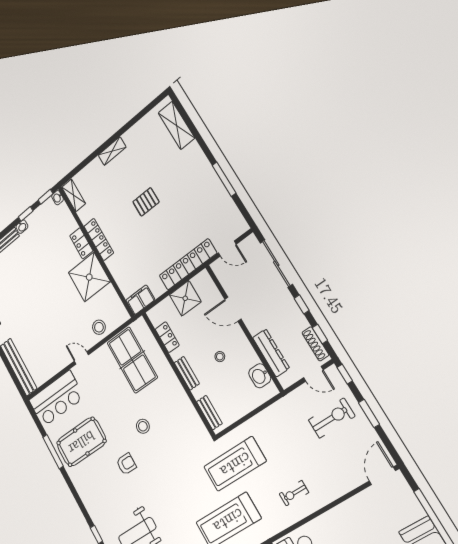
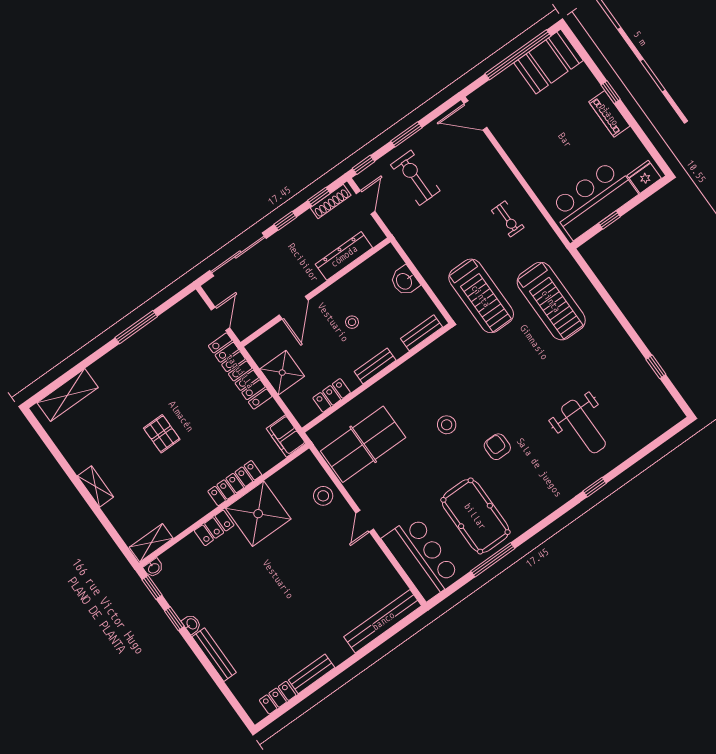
locker: (99, 239) -> (235, 483), moved
washbasin: (260, 376) -> (405, 281), moved, turned 90

